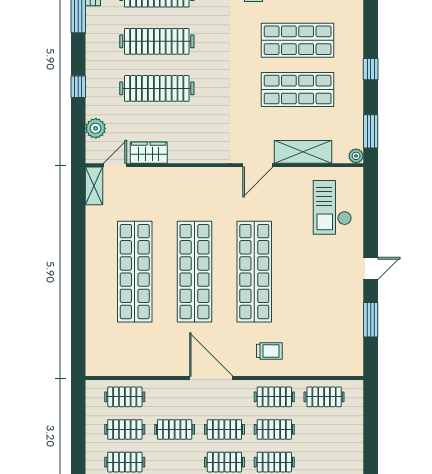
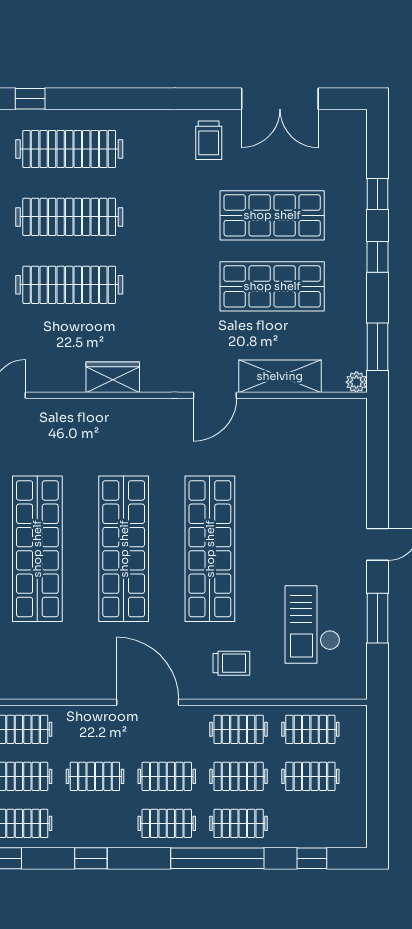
window: (371, 25) -> (377, 194), added
wardrobe: (149, 153) -> (113, 377), moved
checkout: (332, 207) -> (312, 625), moved
clothes rail: (324, 429) -> (310, 776), added

